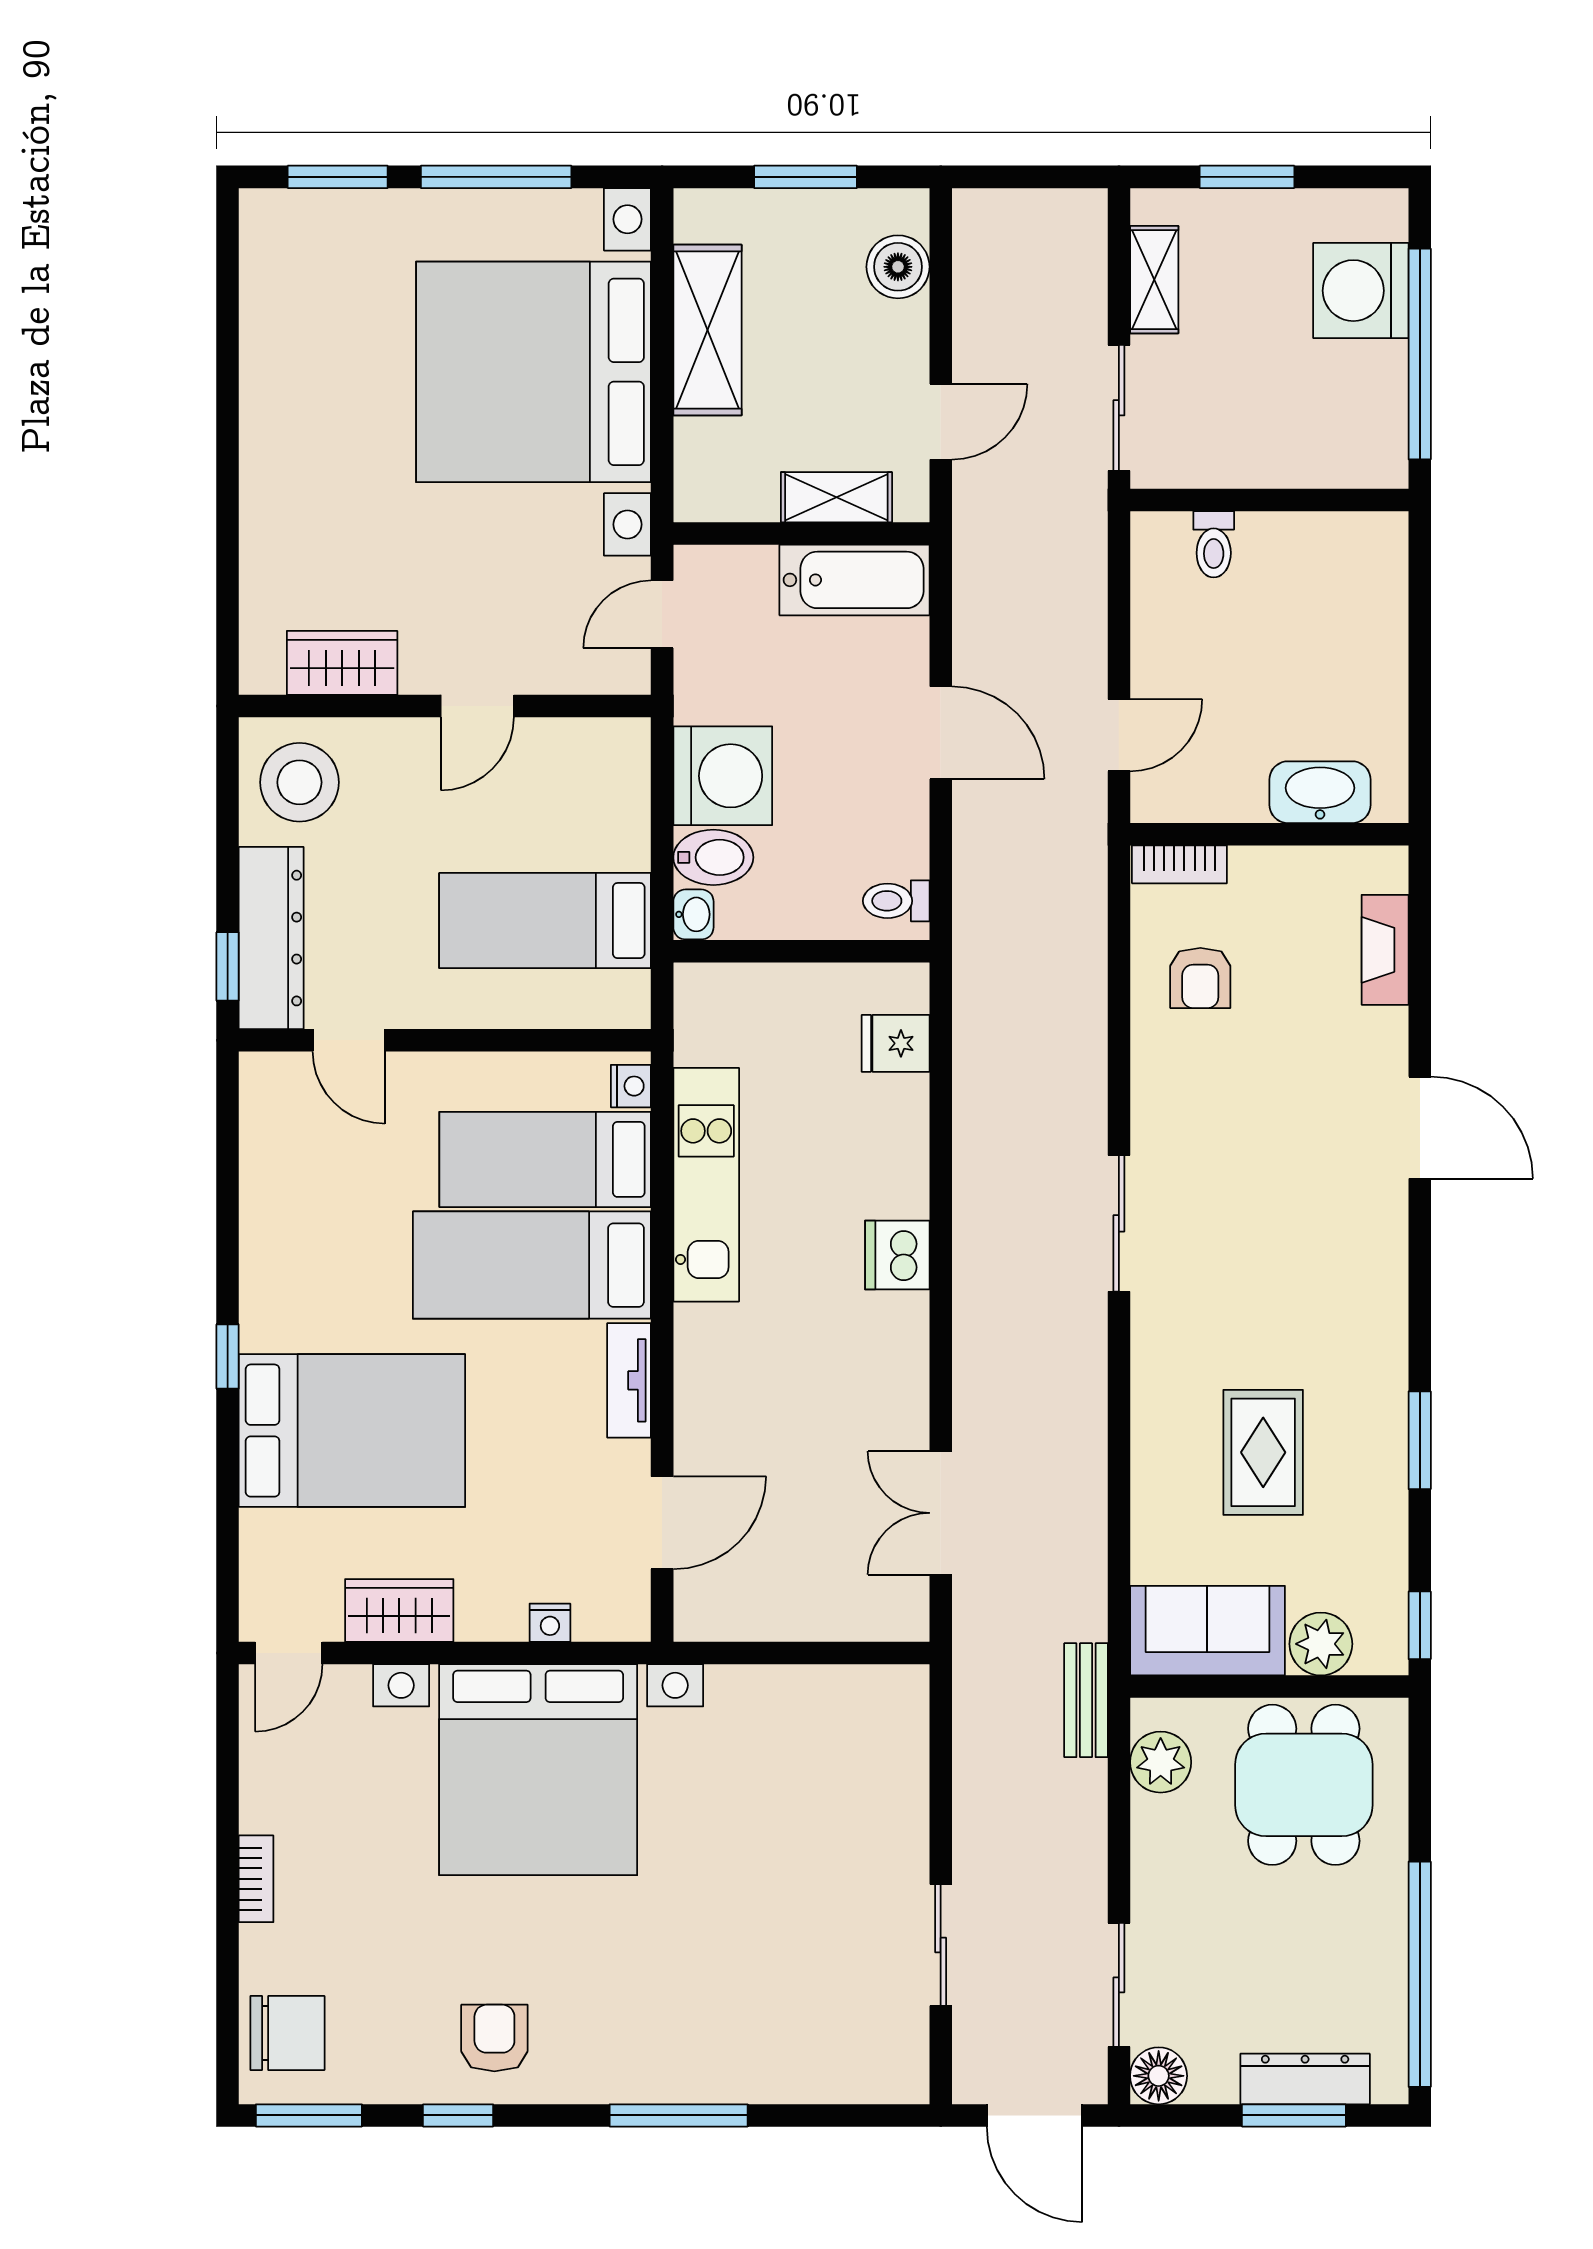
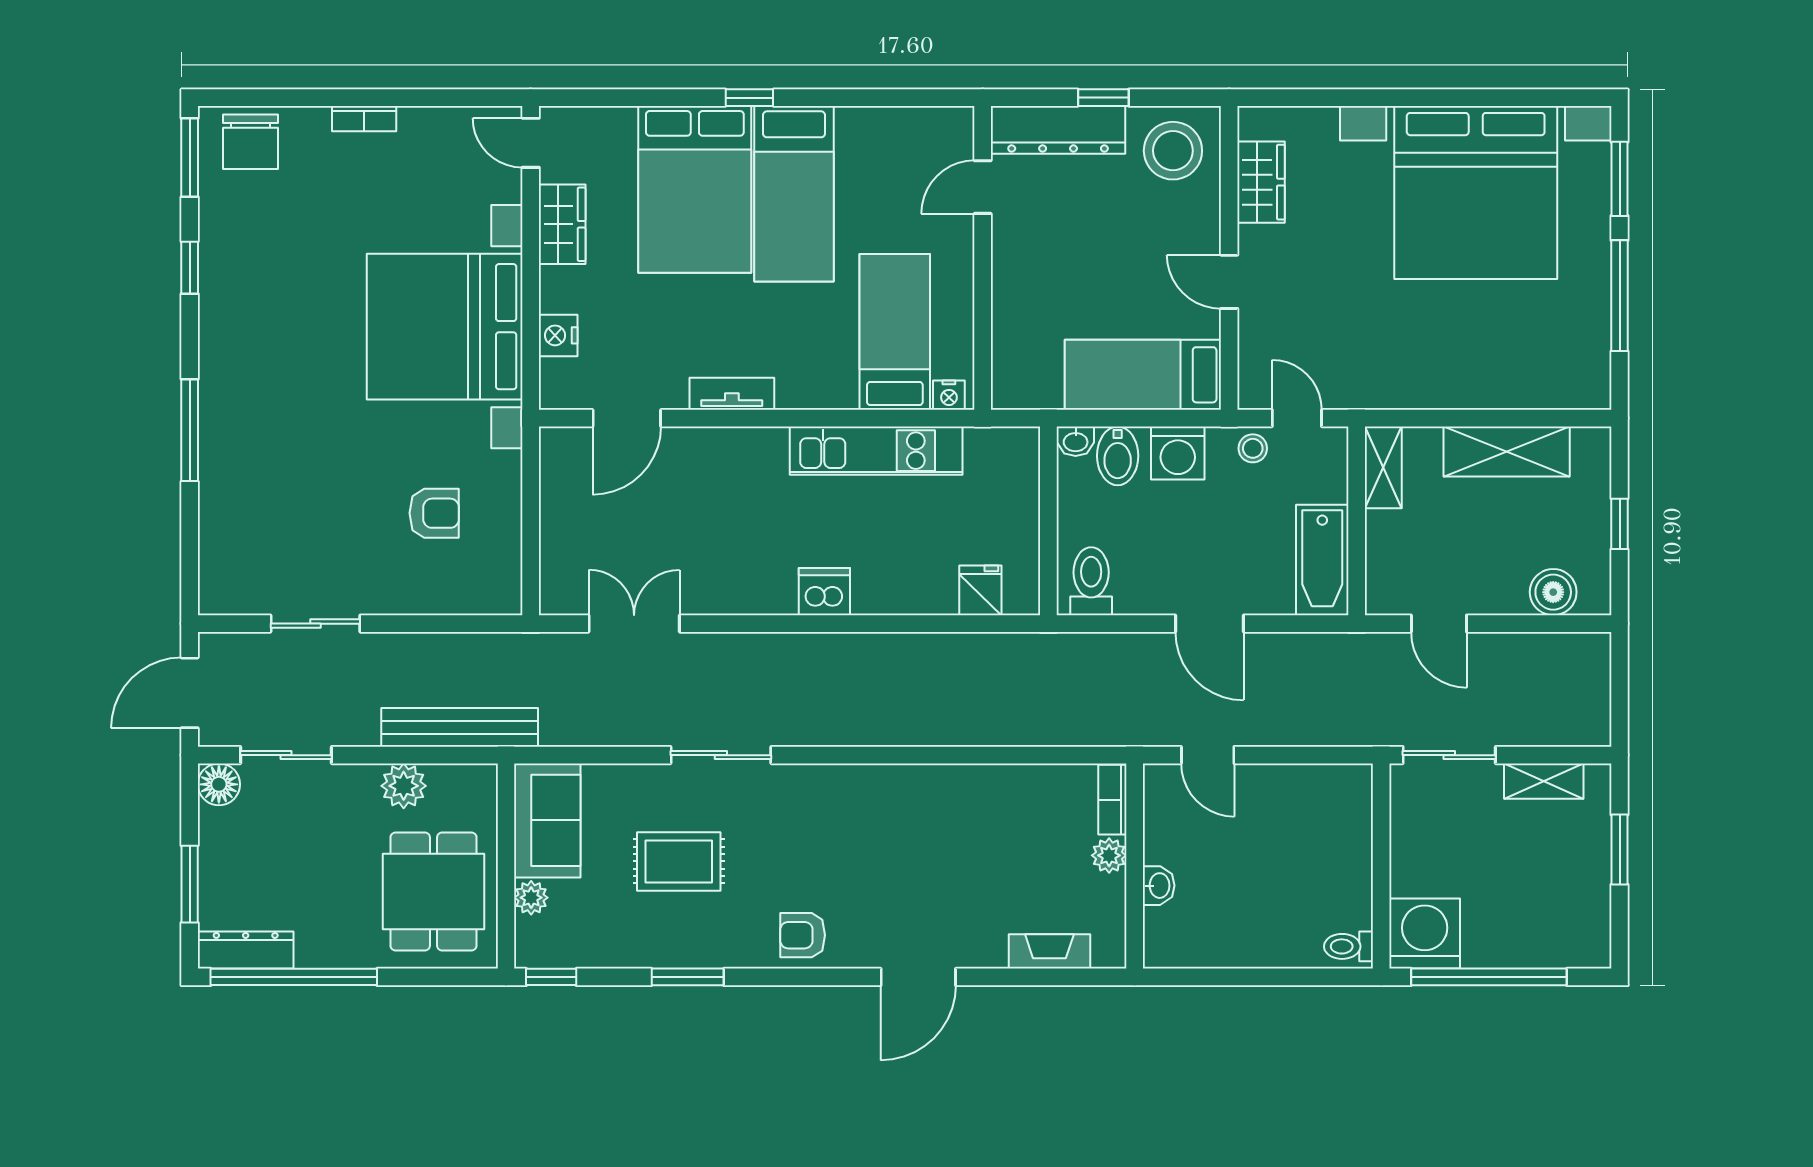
window: (805, 177) -> (1620, 524), width x0.67
washing machine: (1361, 291) -> (1425, 934), moved
bed with nightstands: (533, 372) -> (1476, 193), moved, turned 180
shelving: (836, 497) -> (1383, 467), moved
toilet: (1214, 544) -> (1349, 946), moved
stool: (703, 674) -> (1253, 448), added
door: (941, 733) -> (1209, 624), hinge flipped
washing machine: (723, 776) -> (1178, 453), width x0.73, depth x0.73
washbasin: (1320, 792) -> (1159, 886), width x0.52, depth x0.69
plant: (1255, 869) -> (1109, 855), added
toilet: (896, 901) -> (1091, 581), width x1.37, depth x1.39
bed: (545, 921) -> (1143, 375), moved, turned -90
window: (228, 966) -> (1103, 98), moved
armchair: (1200, 978) -> (803, 935), moved
sliding door: (1119, 1223) -> (721, 755), moved
bed: (532, 1265) -> (794, 194), moved, turned 180
door: (662, 1523) -> (627, 418), hinge flipped
nightstand: (550, 1623) -> (558, 335), width x1.39, depth x1.35
plant: (1321, 1644) -> (531, 898), width x0.73, depth x0.73
bench: (1086, 1700) -> (460, 727), width x1.86, depth x1.21
plant: (1161, 1762) -> (404, 786), moved
dining table: (1304, 1785) -> (434, 891), turned 90
armchair: (494, 2038) -> (434, 513), moved
dresser: (1305, 2079) -> (246, 950), moved, turned -90

